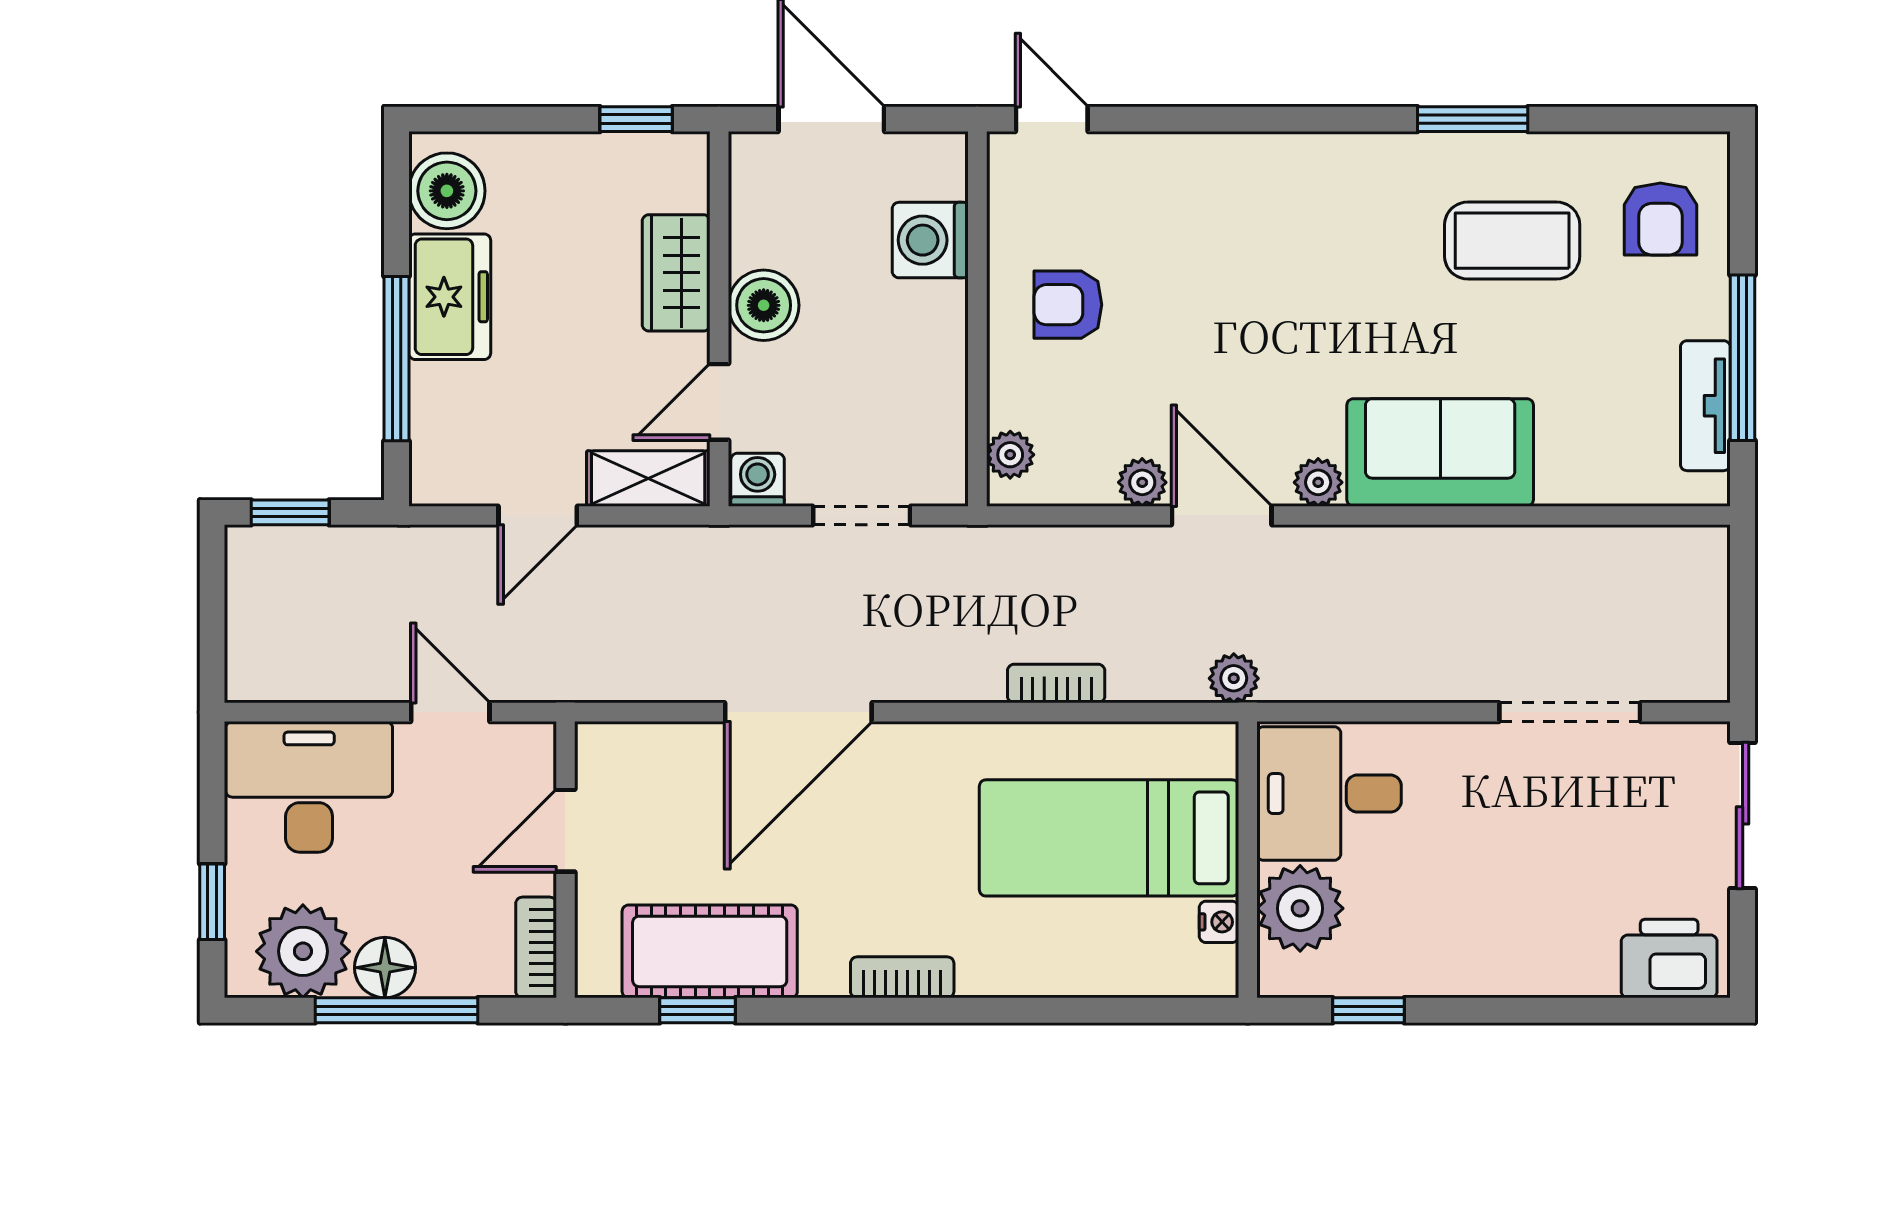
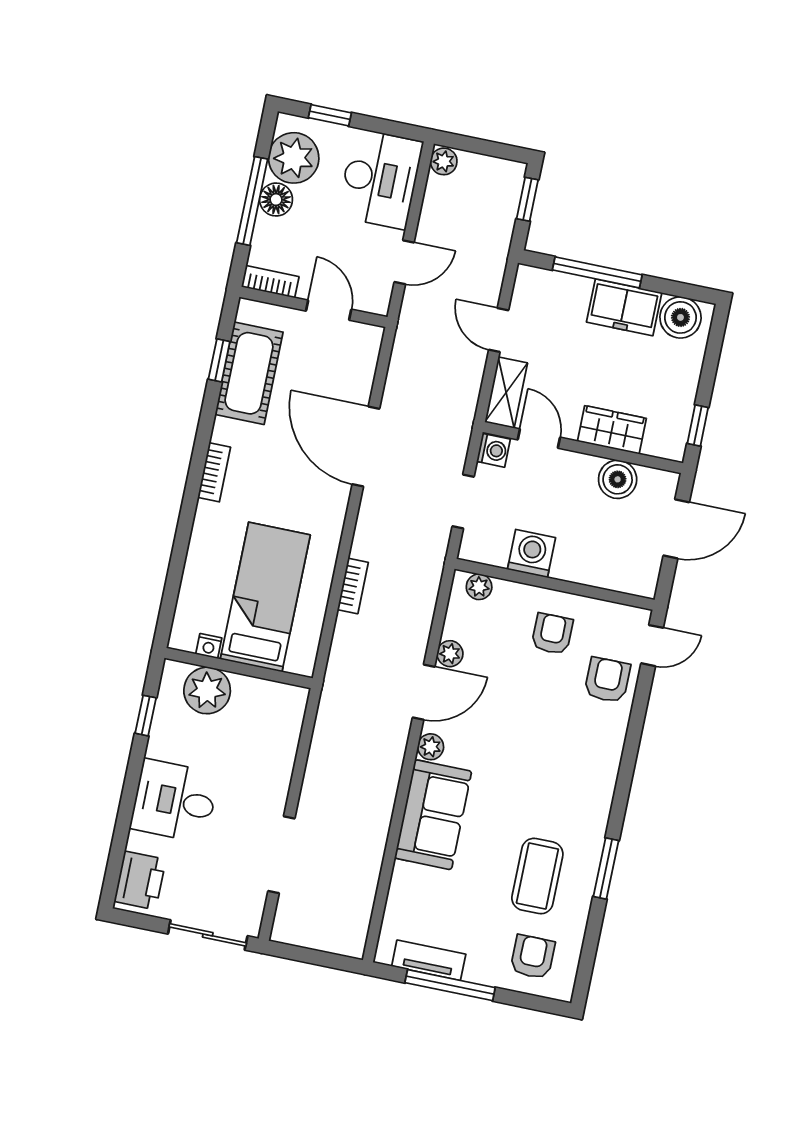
armchair: (1131, 187) -> (607, 680), added
armchair: (1660, 219) -> (533, 957), turned 90
washing machine: (930, 240) -> (531, 553), moved
boiler: (764, 305) -> (618, 479), moved
plant: (1234, 678) -> (444, 161), moved
desk: (1329, 794) -> (175, 801), moved, turned -90

